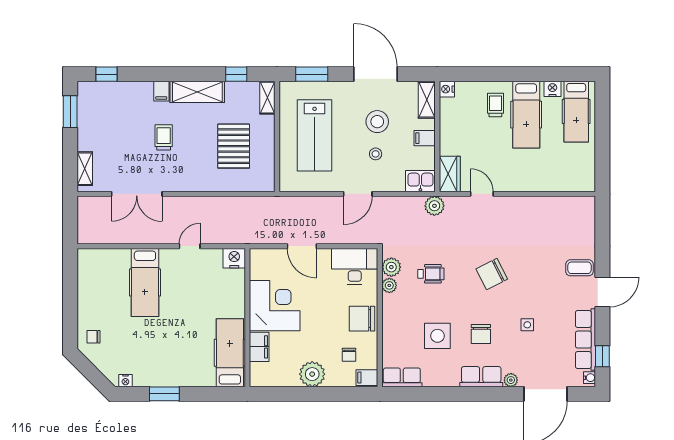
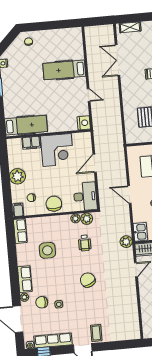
chair: (481, 334) -> (42, 302), moved

